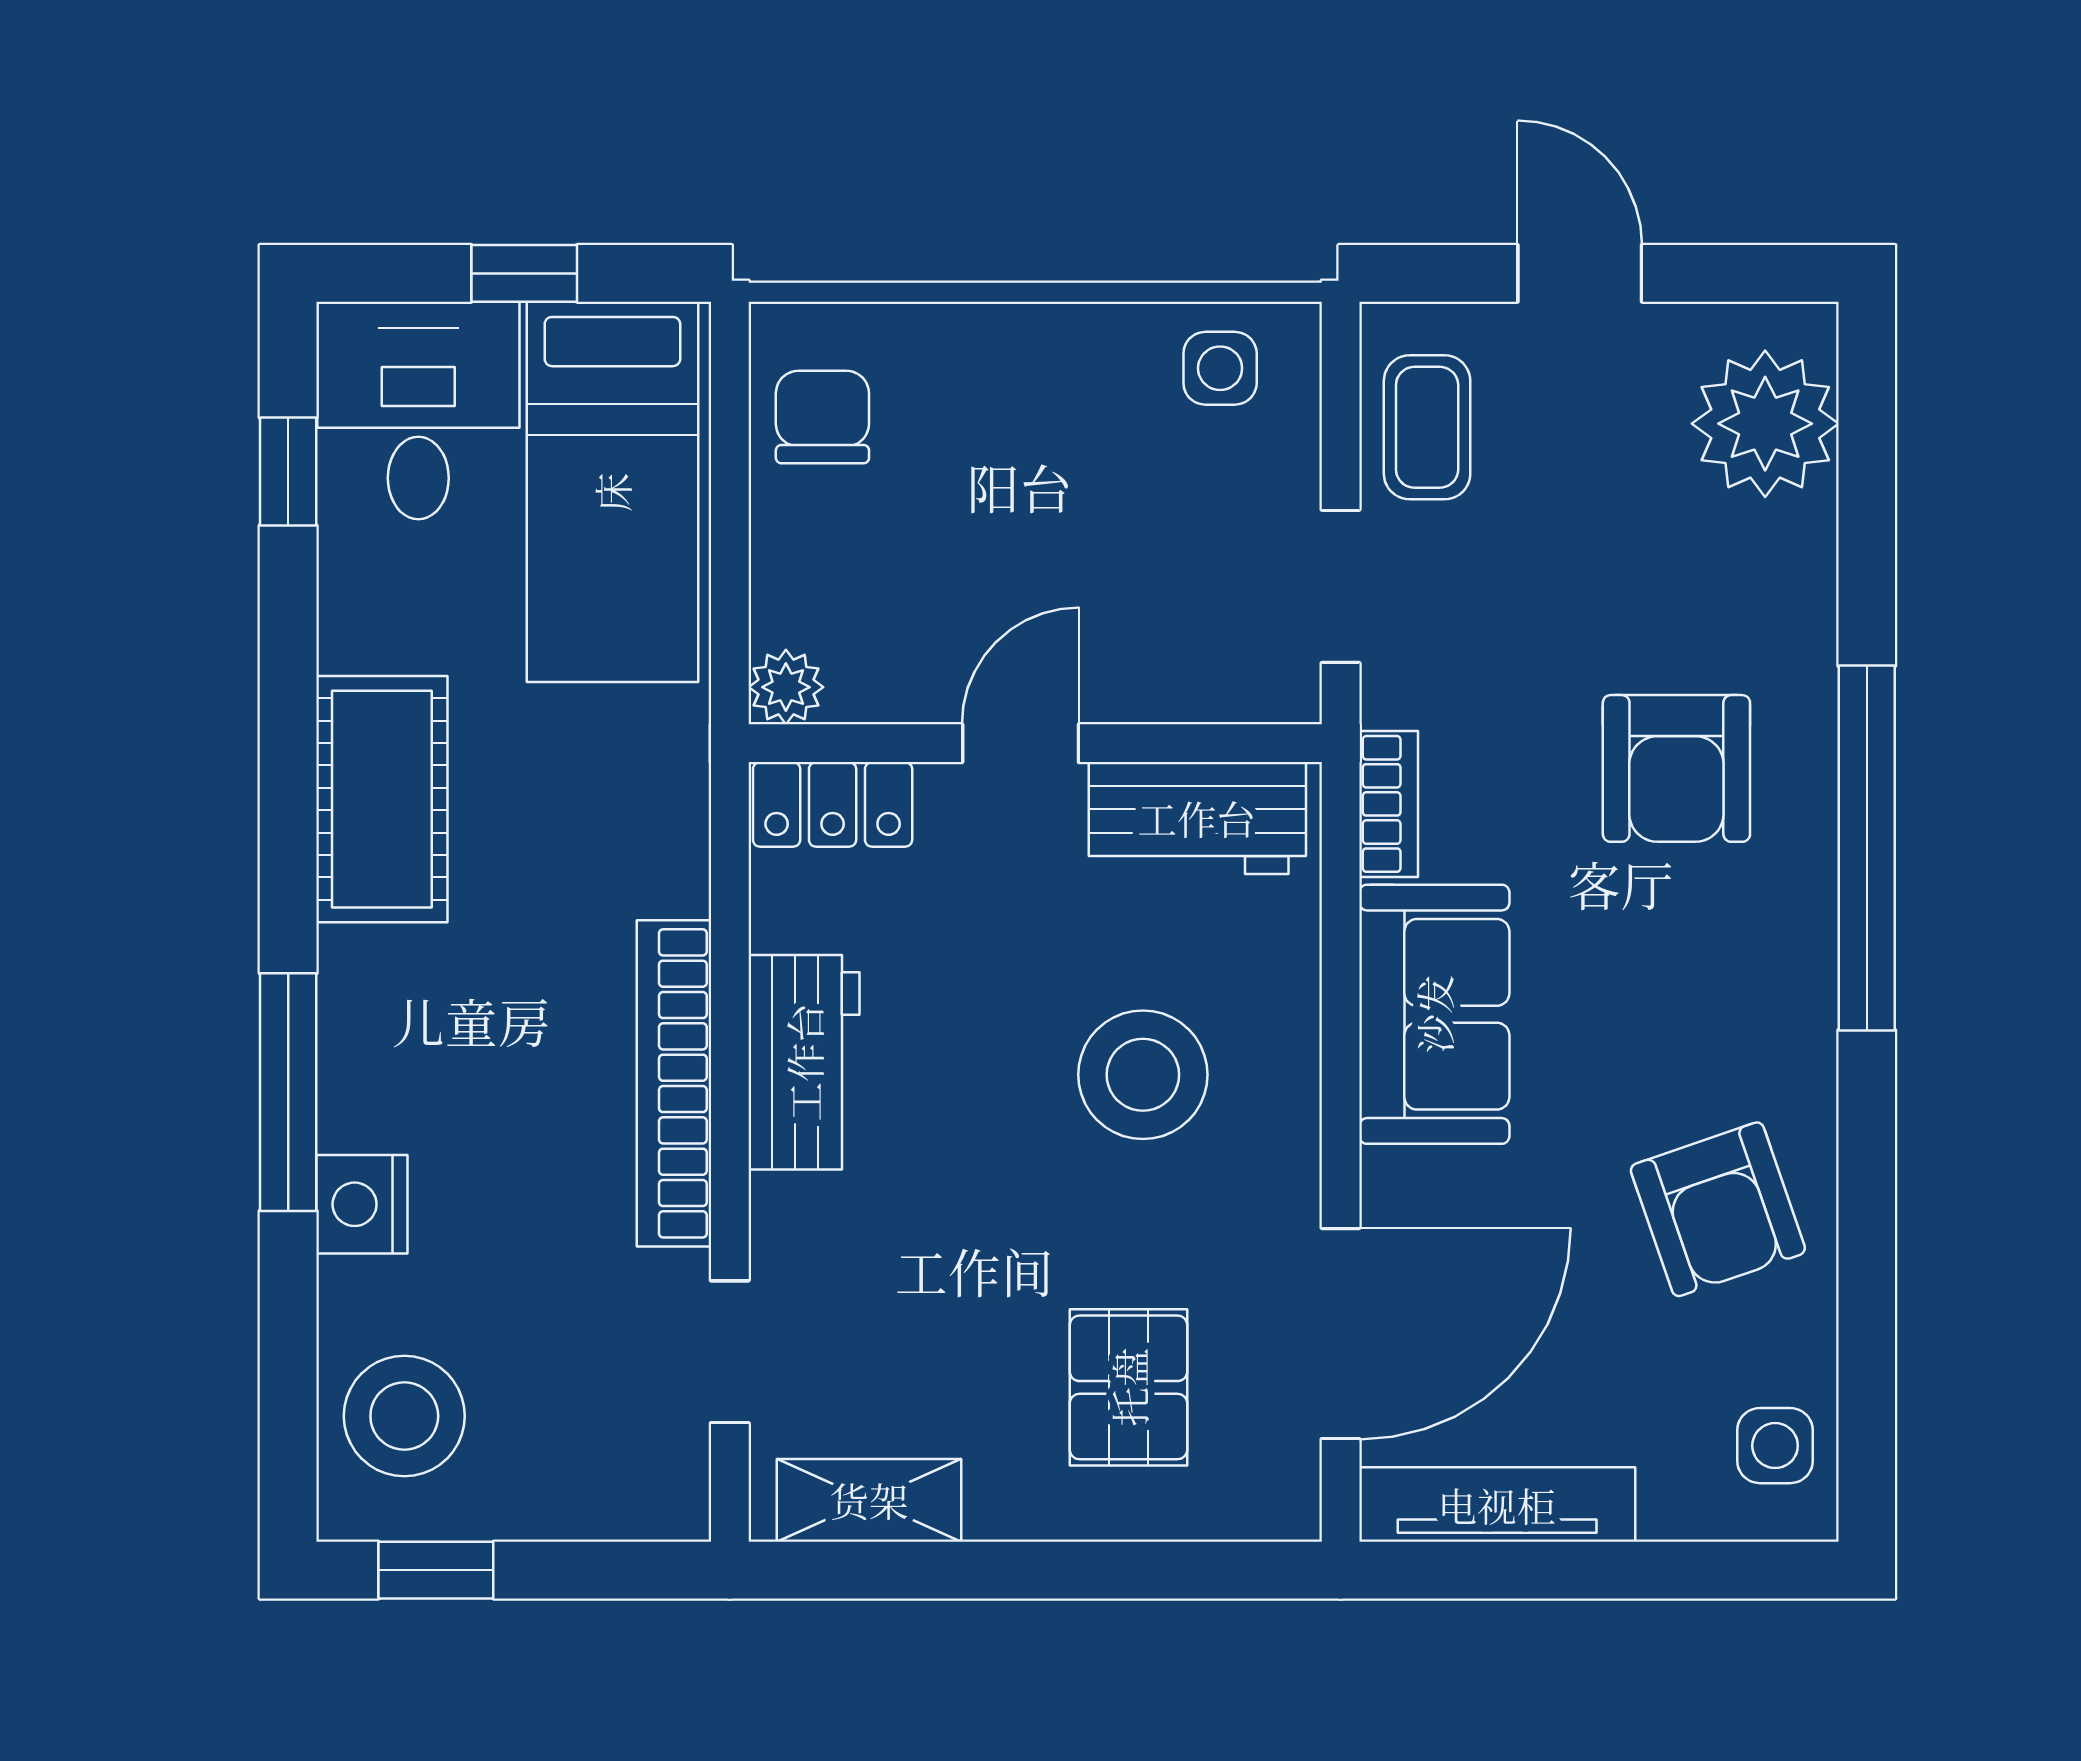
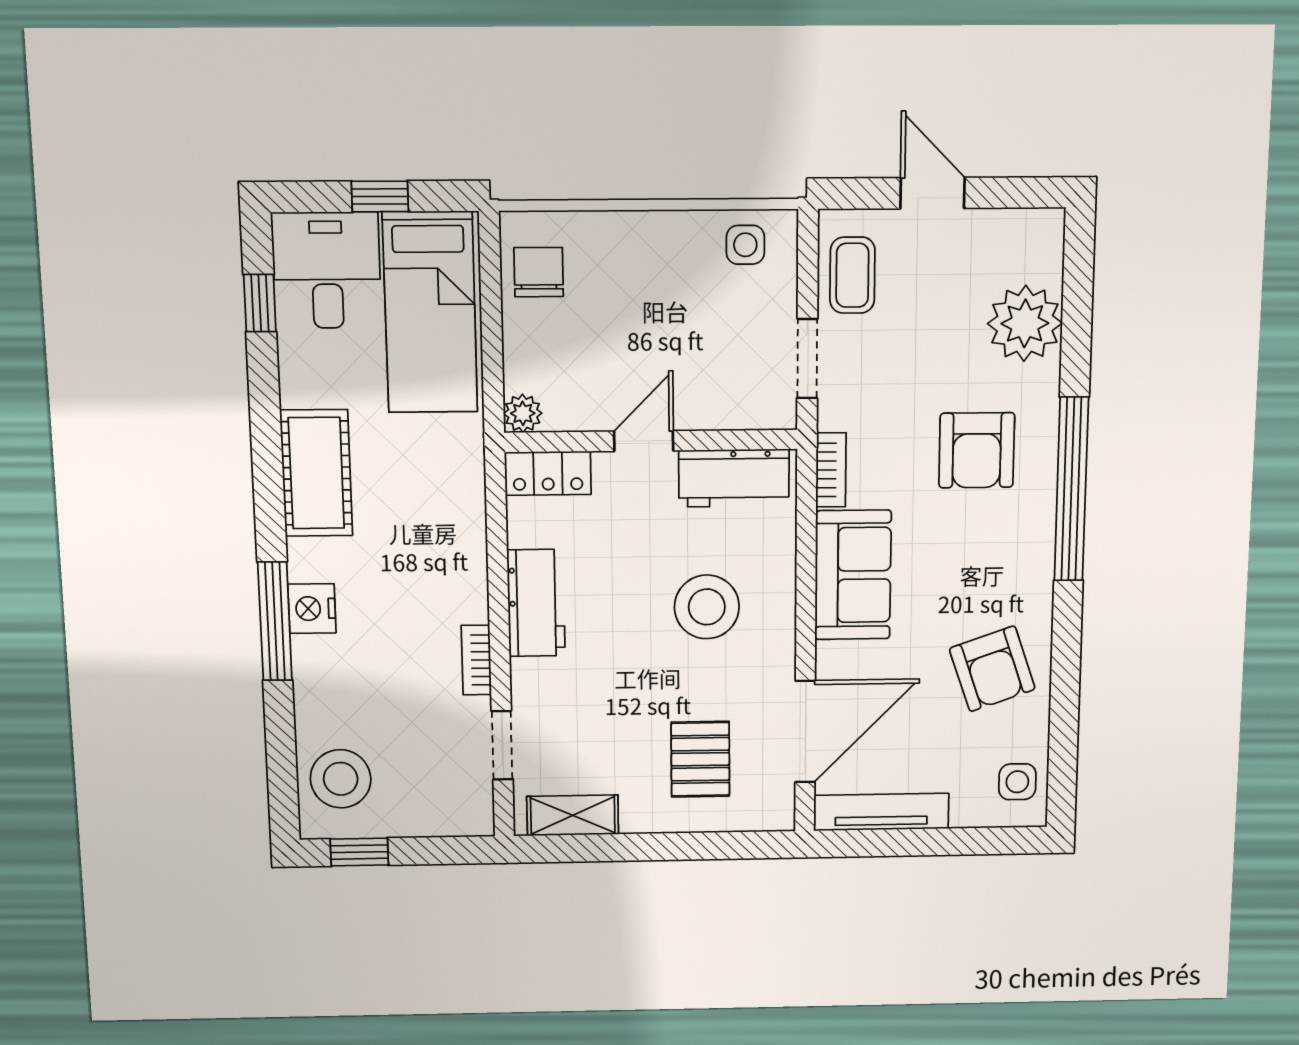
plant: (1765, 424) -> (1025, 323), moved
bookcase: (674, 1083) -> (476, 660), width x0.43, depth x0.76
nightstand: (362, 1204) -> (312, 609), moved

